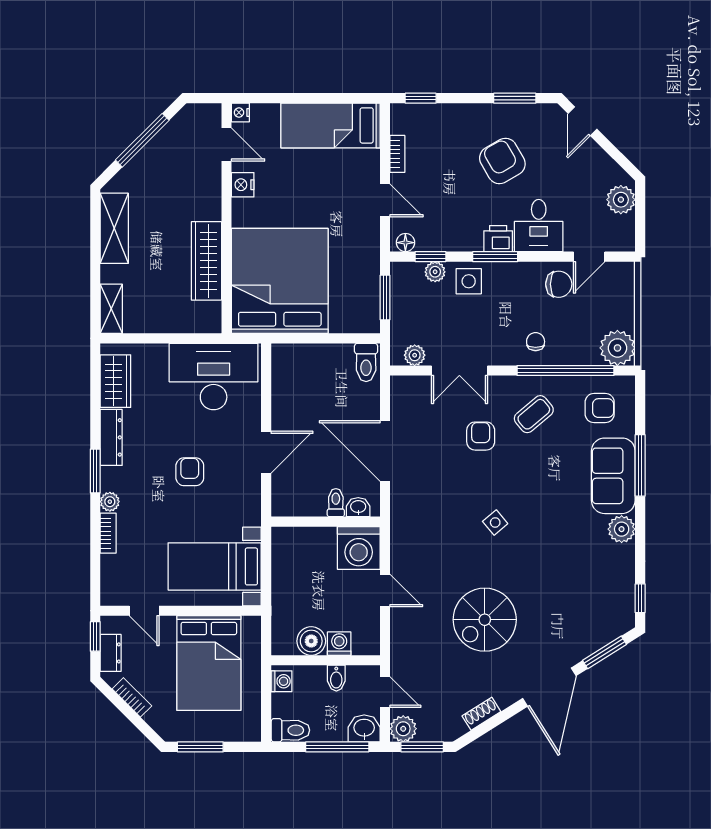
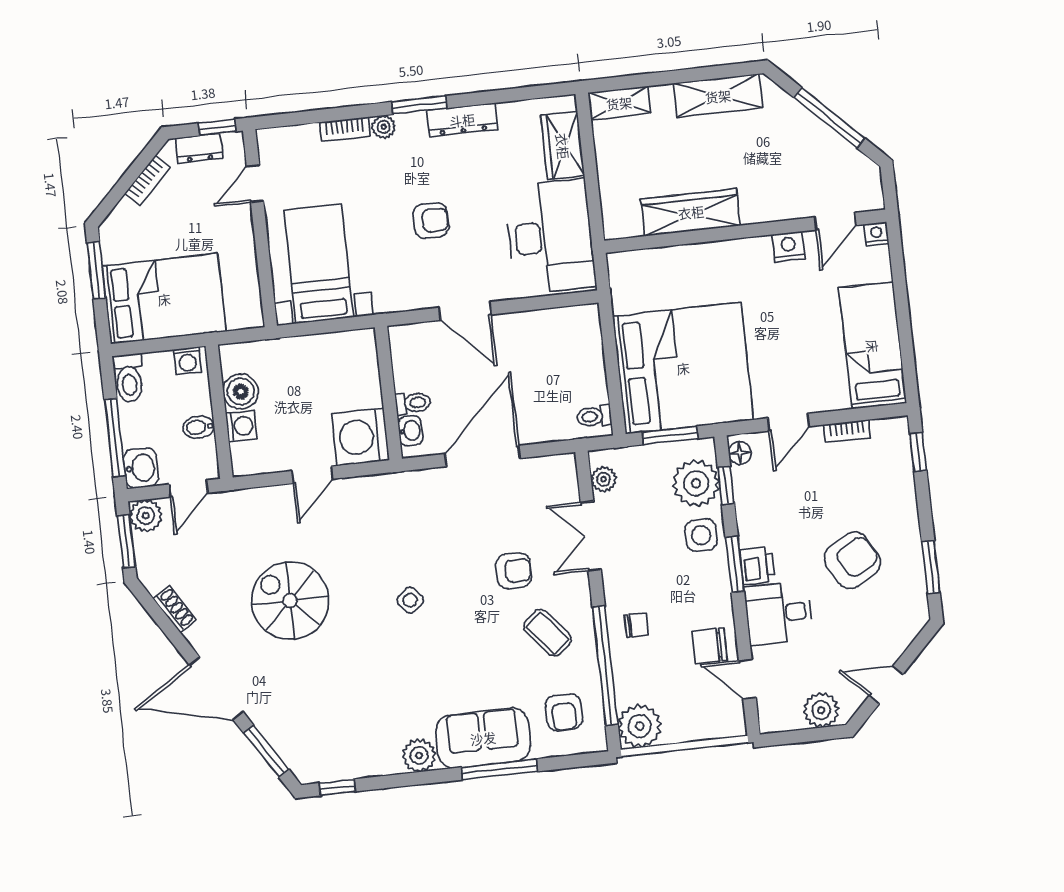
door: (583, 121) -> (886, 685), moved
plant: (435, 272) -> (696, 483), width x1.88, depth x1.88
bed: (280, 281) -> (683, 368), moved
chair: (559, 284) -> (710, 646), turned 90
toilet: (366, 362) -> (594, 416), width x0.73, depth x0.72
wardrobe: (115, 381) -> (563, 146), moved, turned 90
bed: (209, 663) -> (164, 299), moved, turned 180

